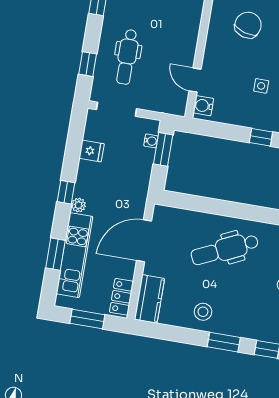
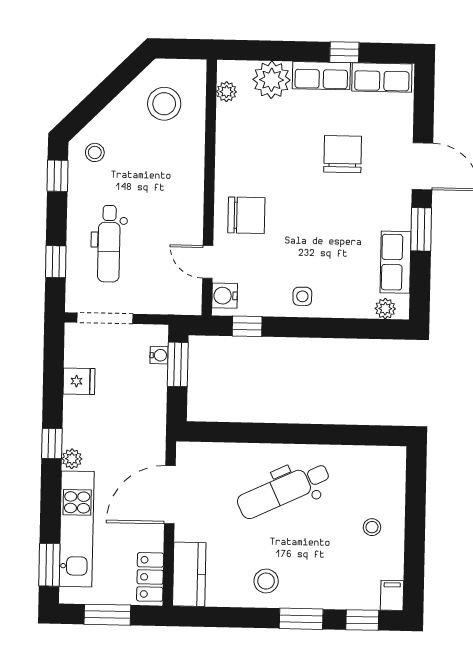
chair: (248, 25) -> (246, 215), moved, turned 74
side table: (261, 86) -> (302, 296), moved
window: (261, 137) -> (247, 326), moved
window: (55, 254) -> (49, 565), moved

